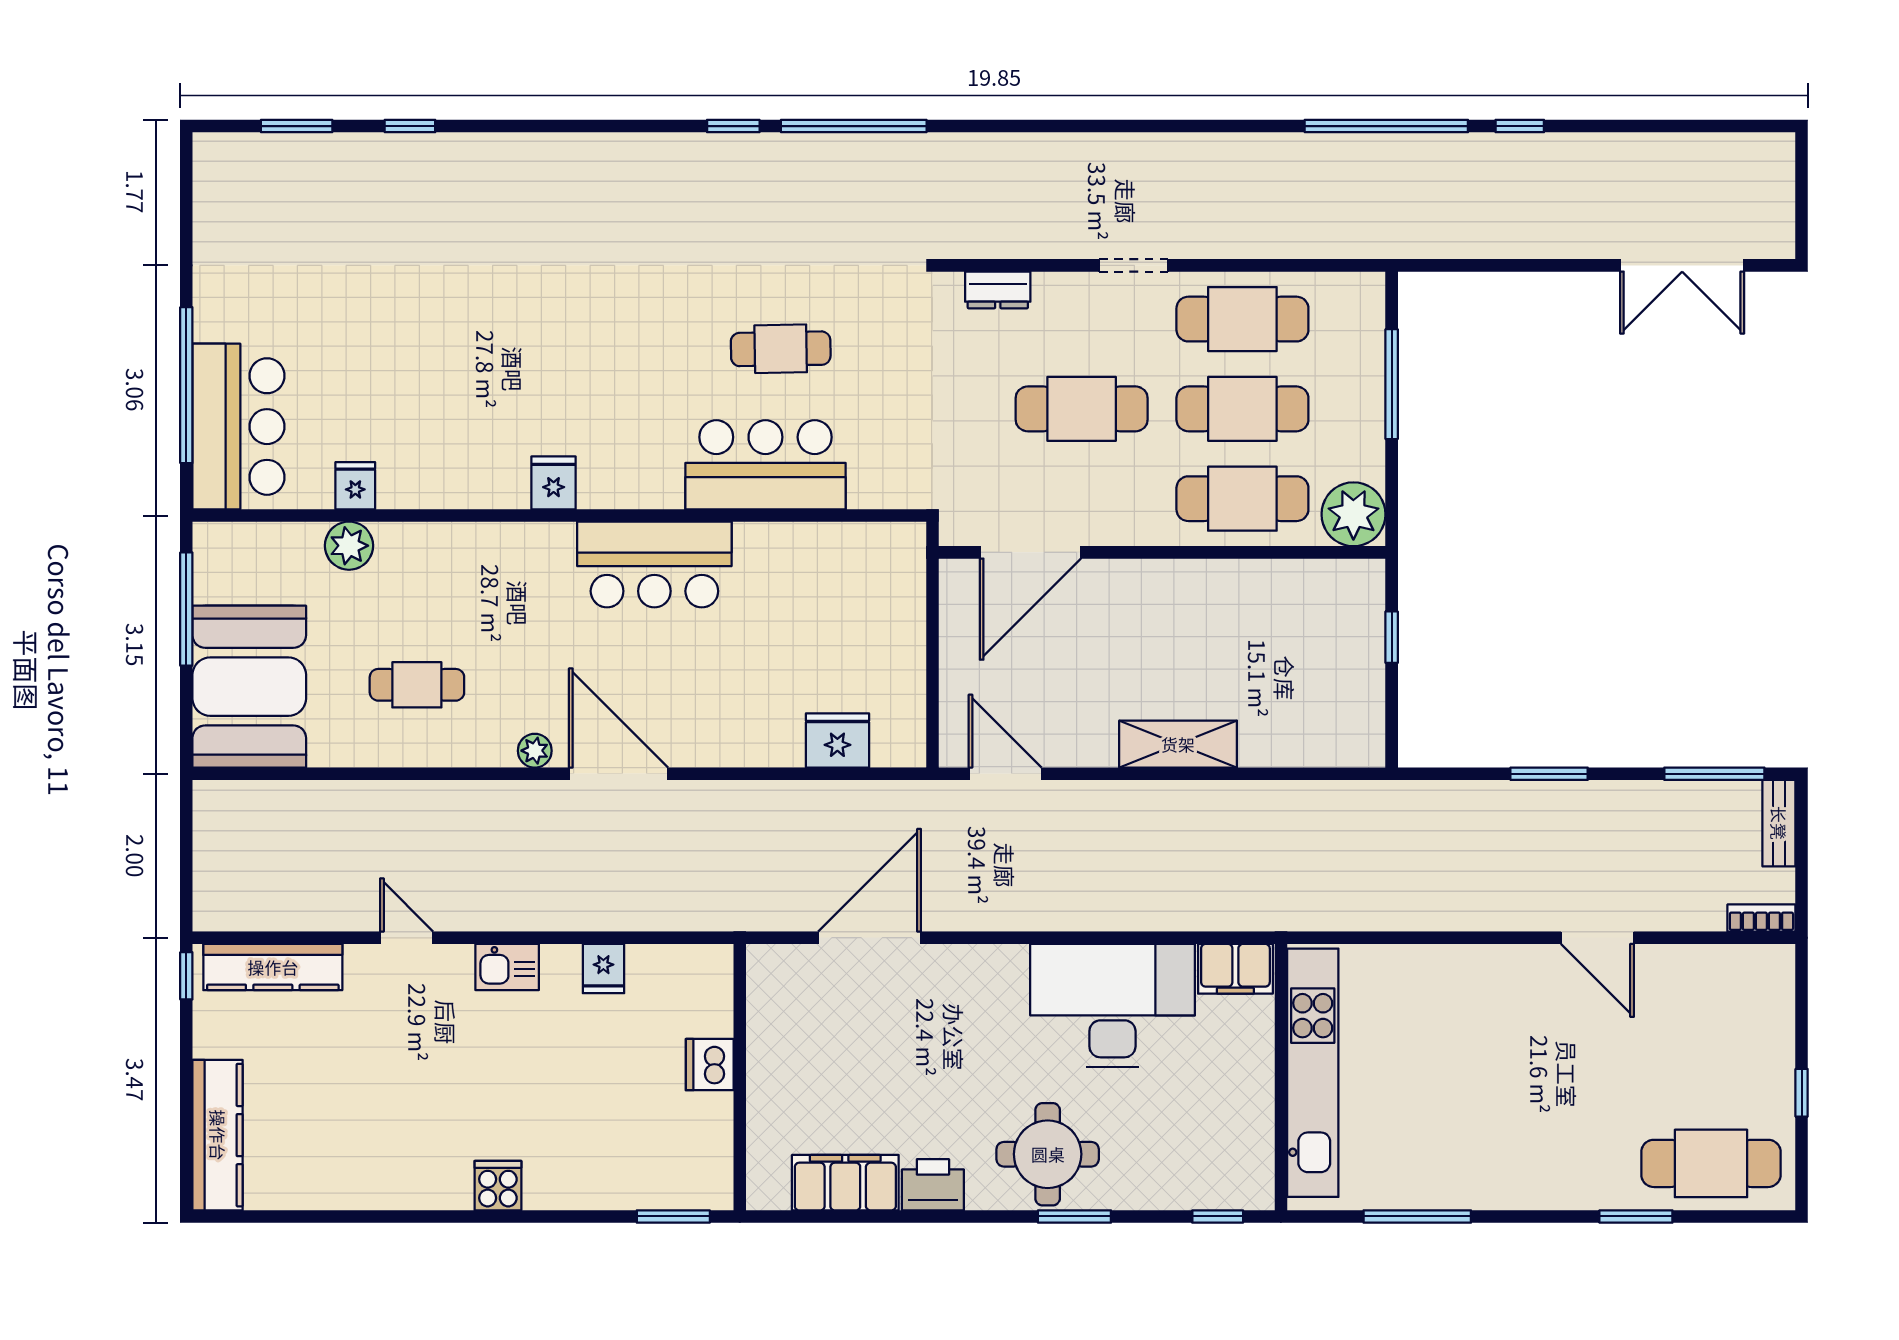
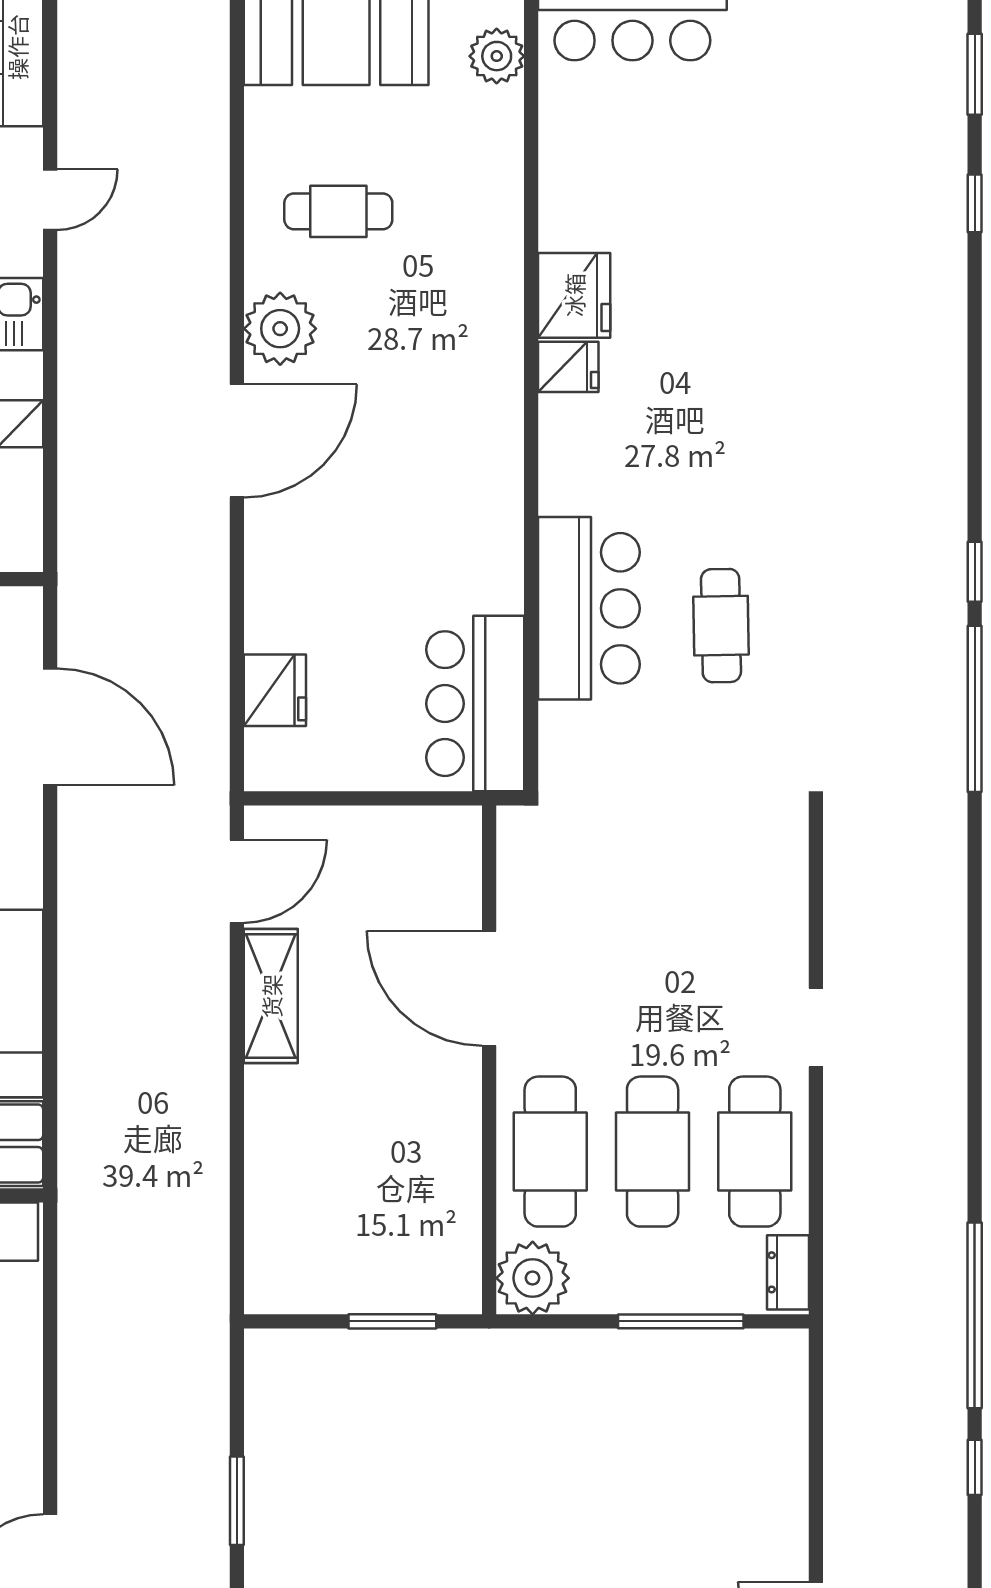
dresser: (998, 290) -> (788, 1272), moved
cafe table: (1082, 409) -> (653, 968), removed
fridge: (355, 486) -> (574, 295), moved, width x1.88, depth x1.34
plant: (349, 546) -> (497, 56), moved
door: (1030, 552) -> (489, 988), moved
bar counter: (654, 565) -> (475, 704), moved
window: (1392, 637) -> (392, 1321), width x1.50
cafe table: (417, 685) -> (338, 211), turned 90
shelving: (1178, 744) -> (271, 996), moved
plant: (535, 751) -> (280, 329), width x1.88, depth x1.88

